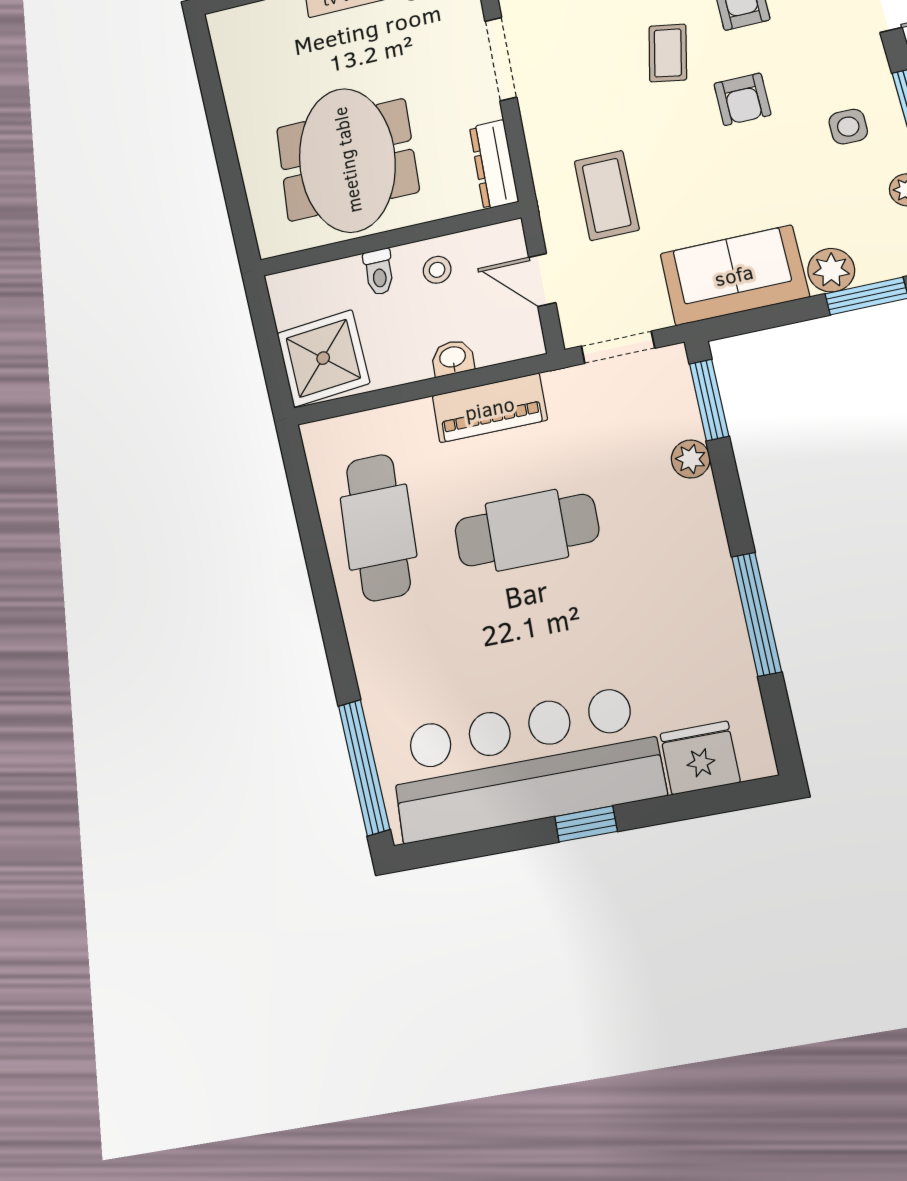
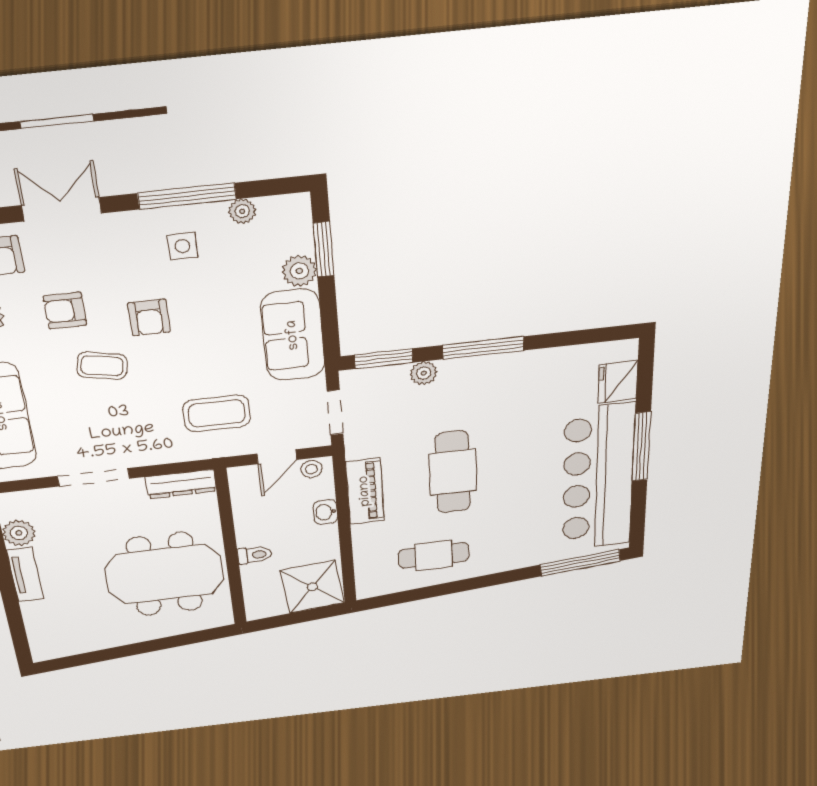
armchair: (742, 99) -> (149, 318), turned 90
stool: (437, 270) -> (311, 469), moved
cafe table: (378, 527) -> (434, 555), width x0.73, depth x0.74
window: (756, 614) -> (483, 348), moved
window: (586, 824) -> (641, 447), width x2.17

